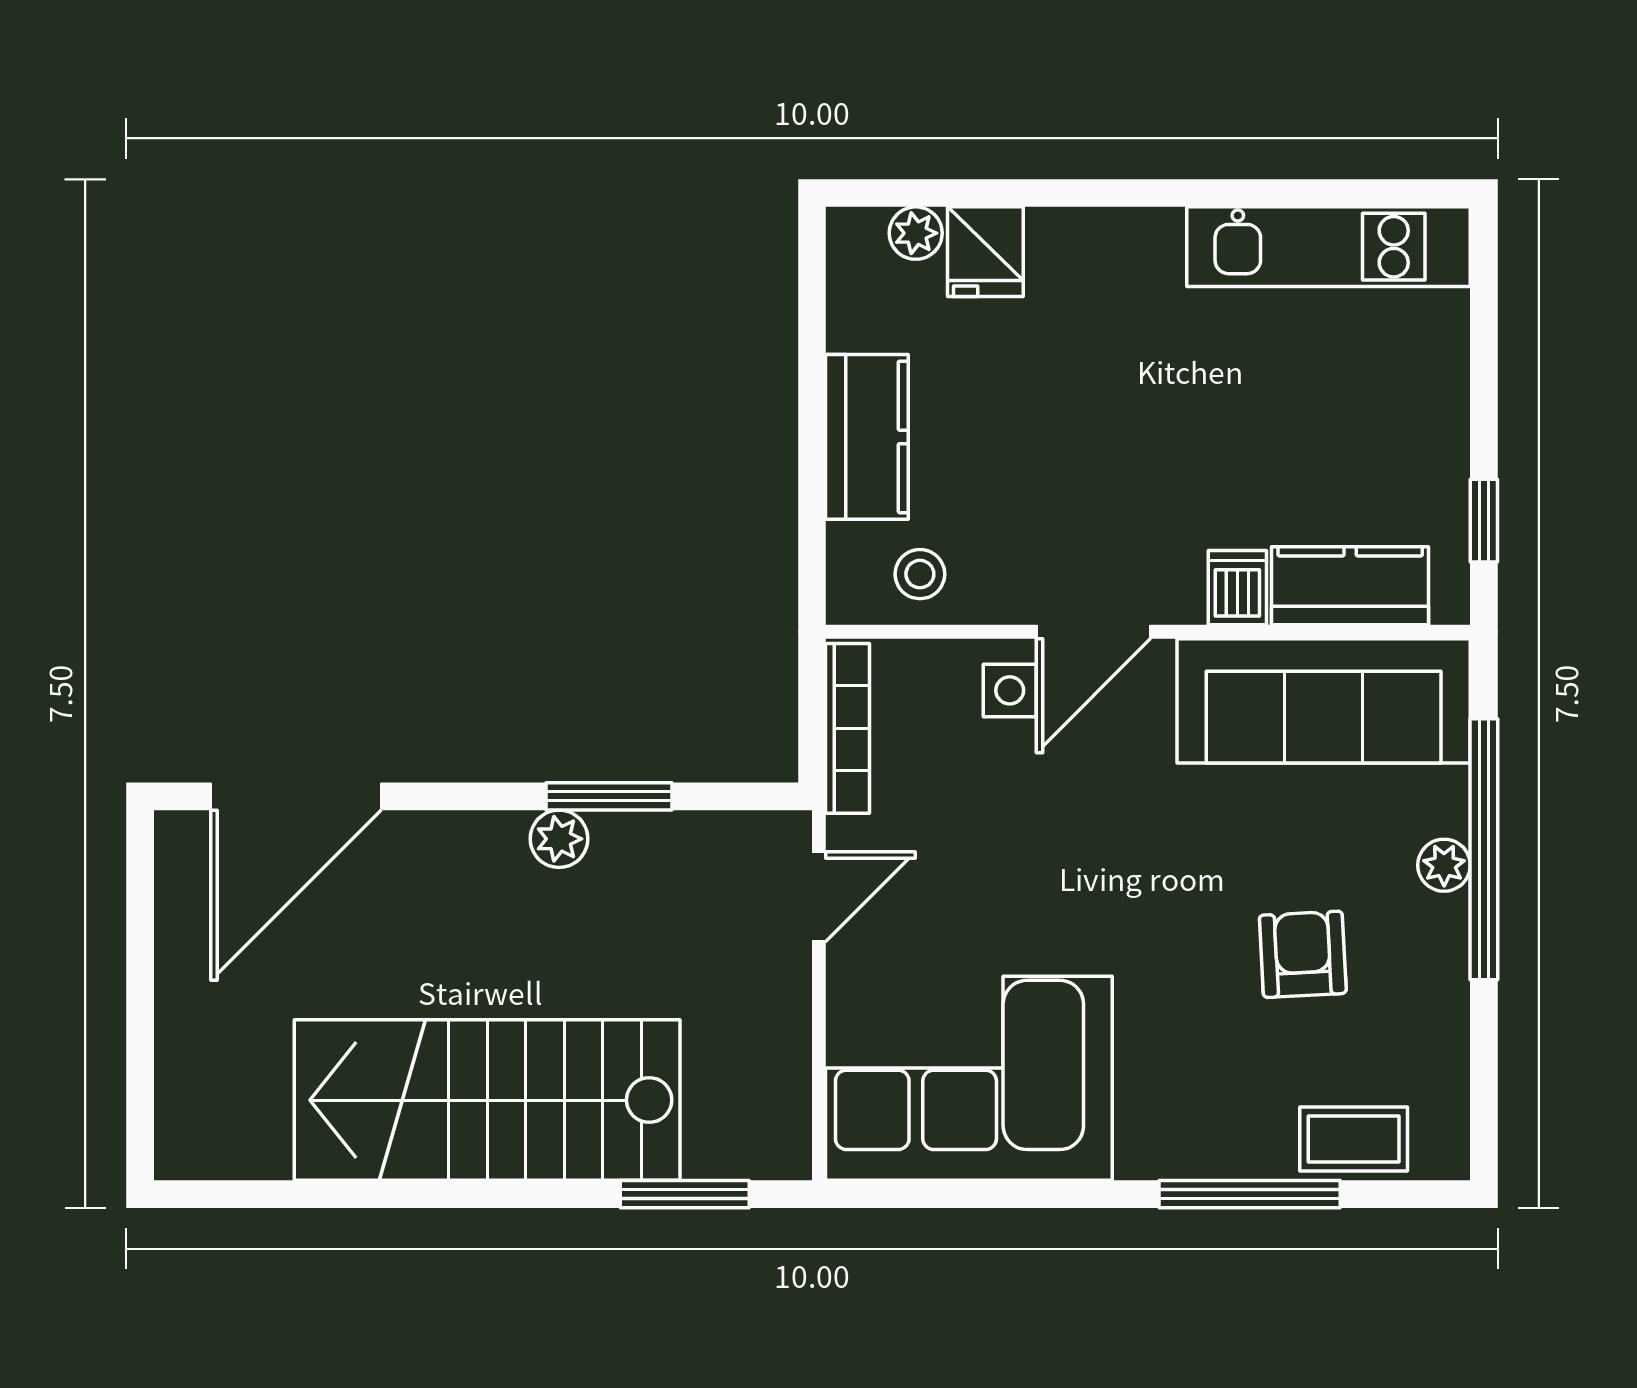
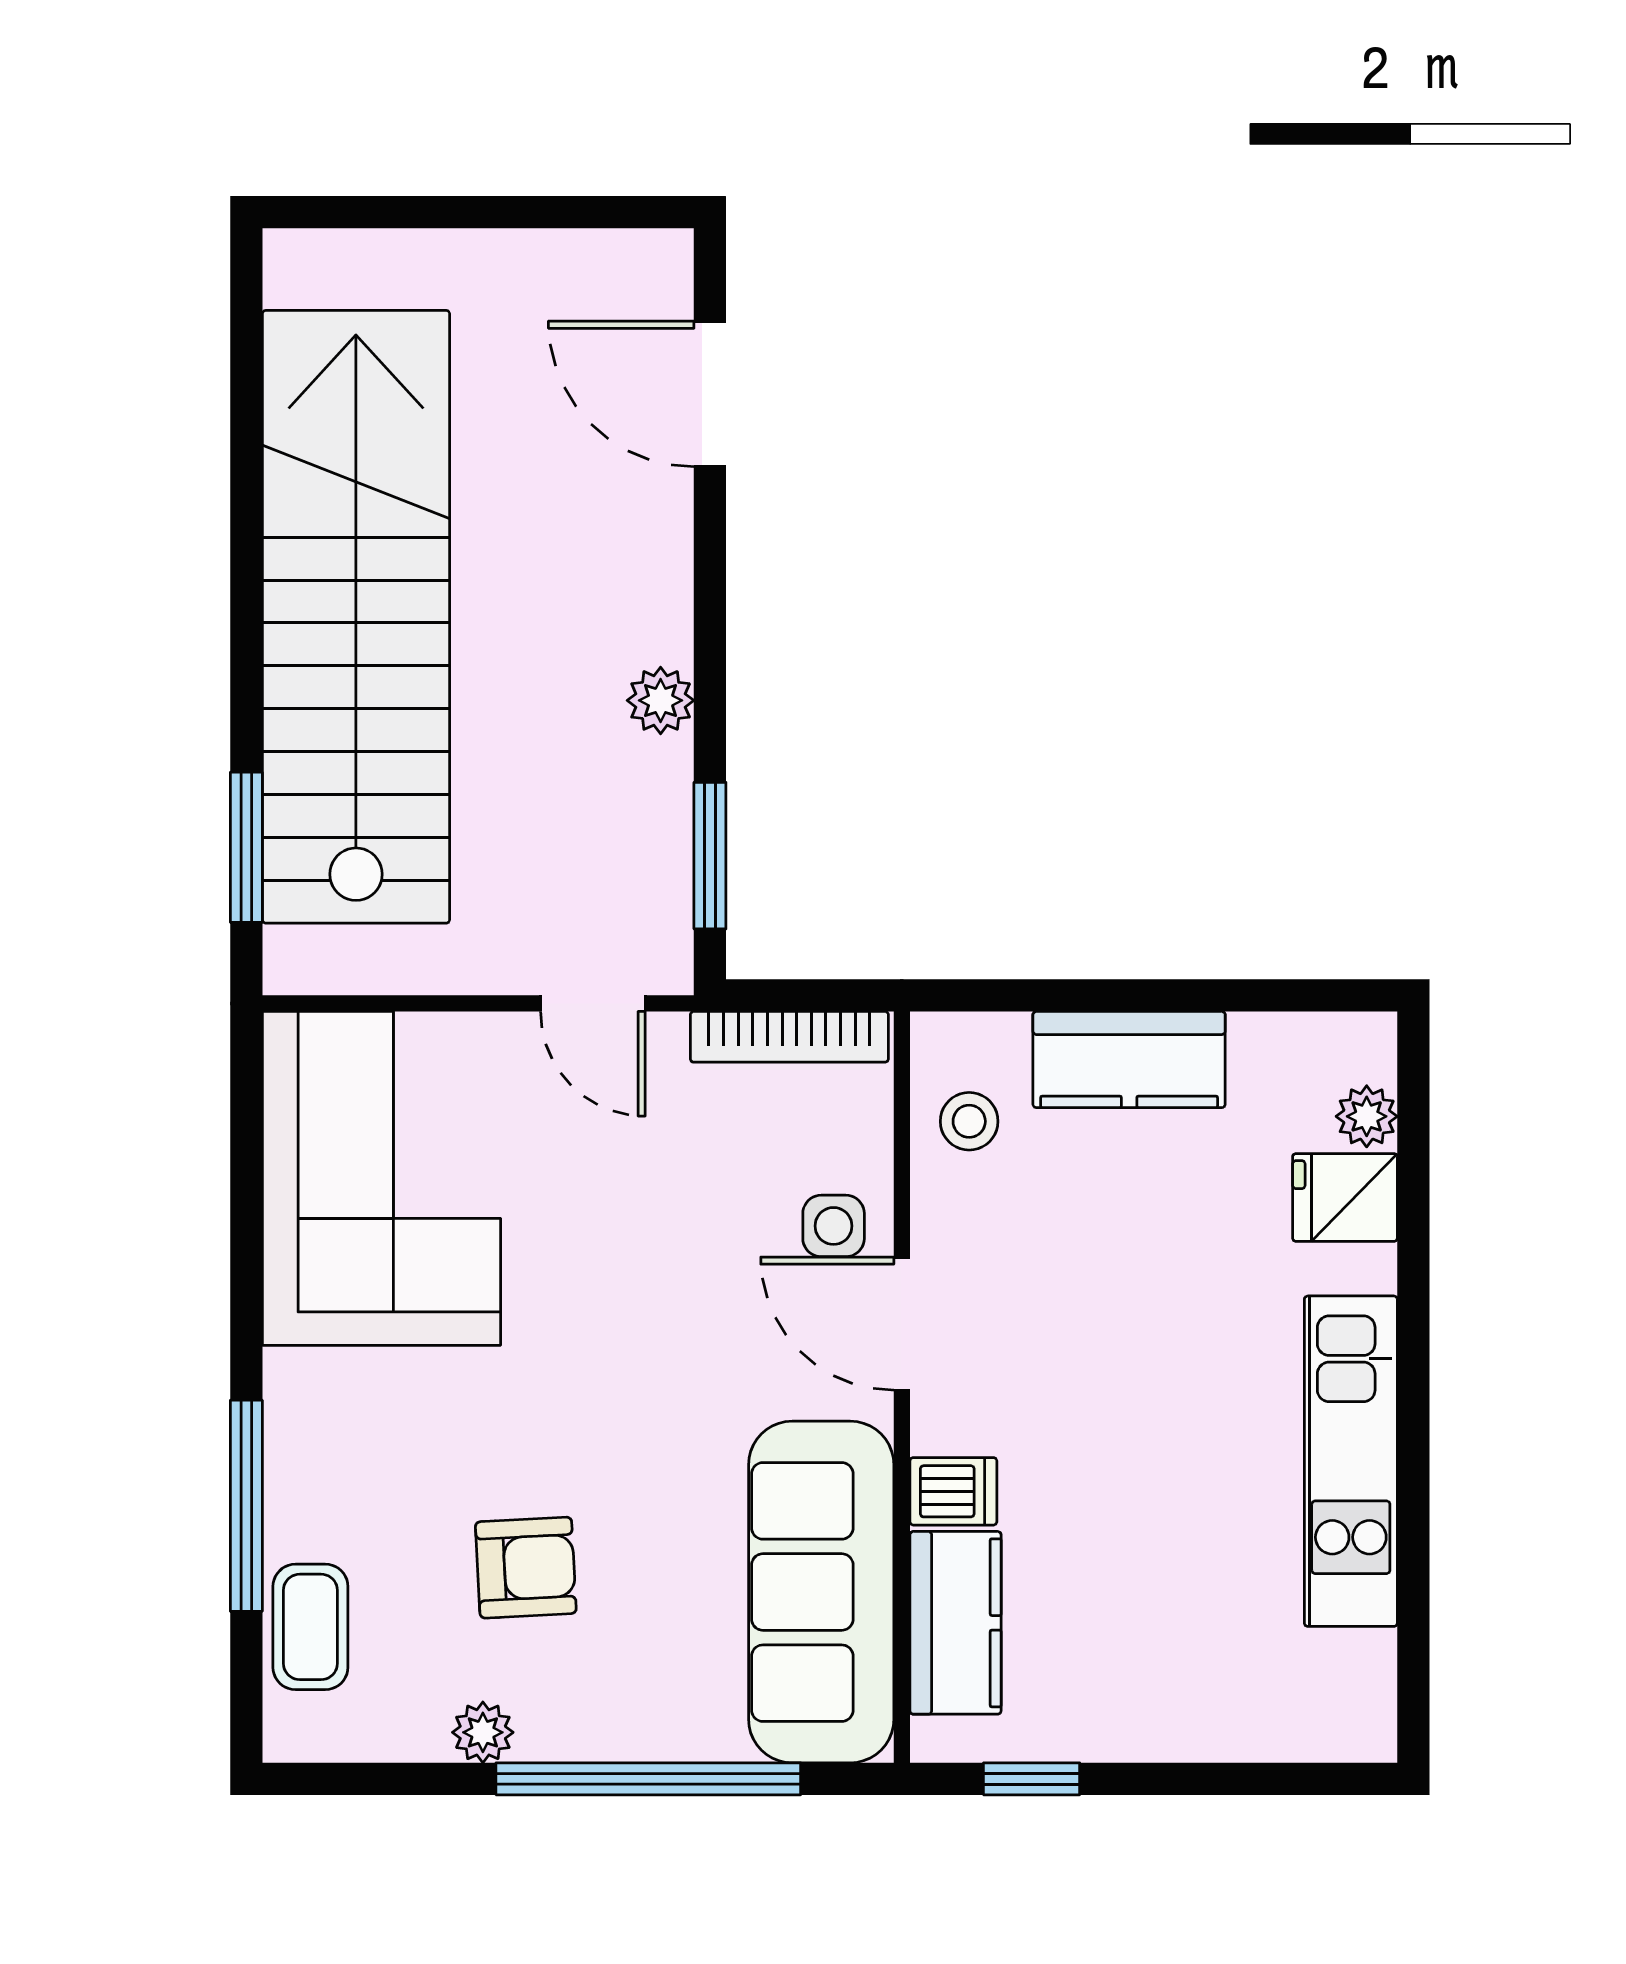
kitchen unit: (1328, 247) -> (1351, 1461), moved
door: (296, 796) -> (710, 394), width x0.73
window: (609, 796) -> (710, 856), moved
plant: (1444, 865) -> (483, 1732), moved
stairs: (487, 1100) -> (356, 617), width x1.36

